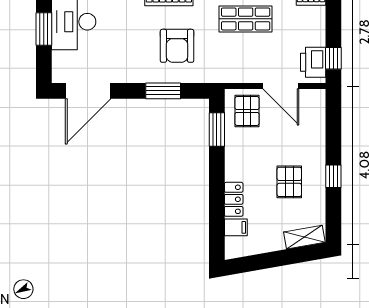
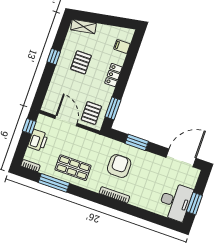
printer: (313, 62) -> (38, 140), moved
locker: (234, 199) -> (113, 75), moved

